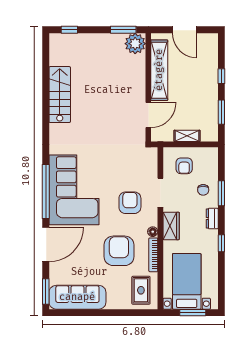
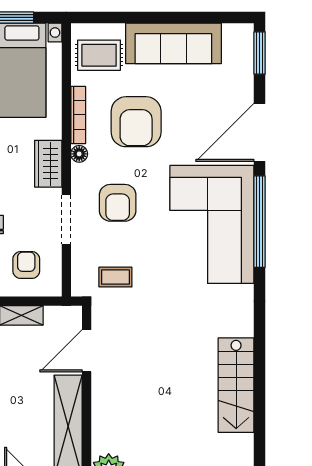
coffee table: (131, 159) -> (115, 277), added
rug: (141, 290) -> (99, 55), turned 90
sofa: (77, 297) -> (173, 43), moved

